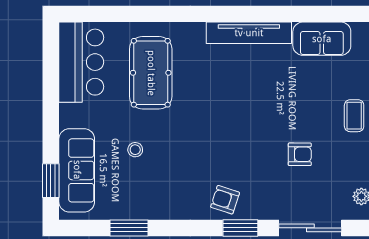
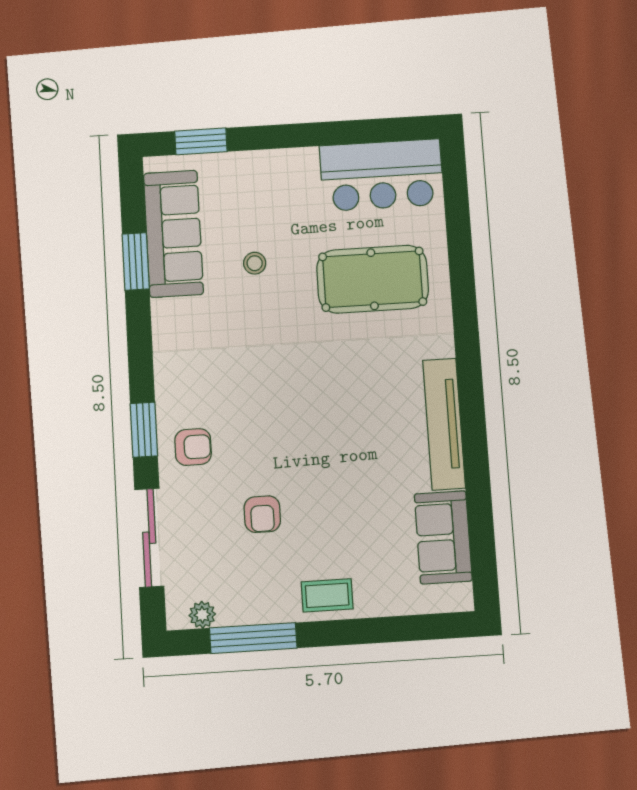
sofa: (77, 170) -> (173, 234), moved, turned -90
armchair: (225, 200) -> (193, 447), moved, turned 72

